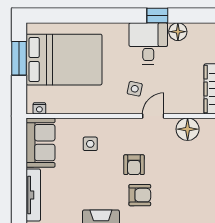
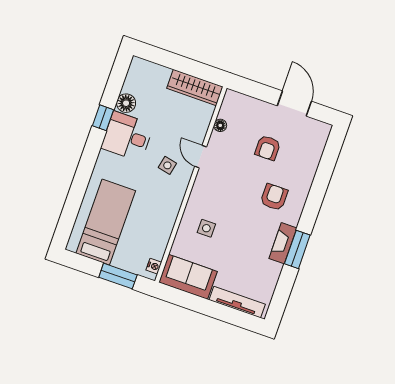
window: (19, 58) -> (118, 276), moved
bed: (64, 60) -> (106, 222), width x0.67
floor lamp: (188, 129) -> (220, 125), width x0.53, depth x0.53
armchair: (134, 165) -> (268, 148), moved, turned 90

